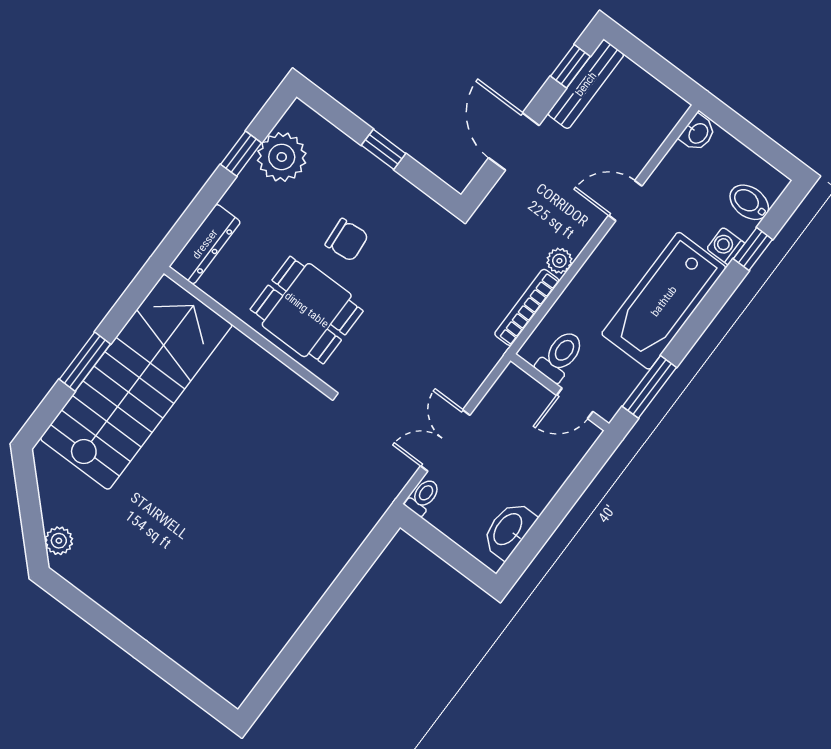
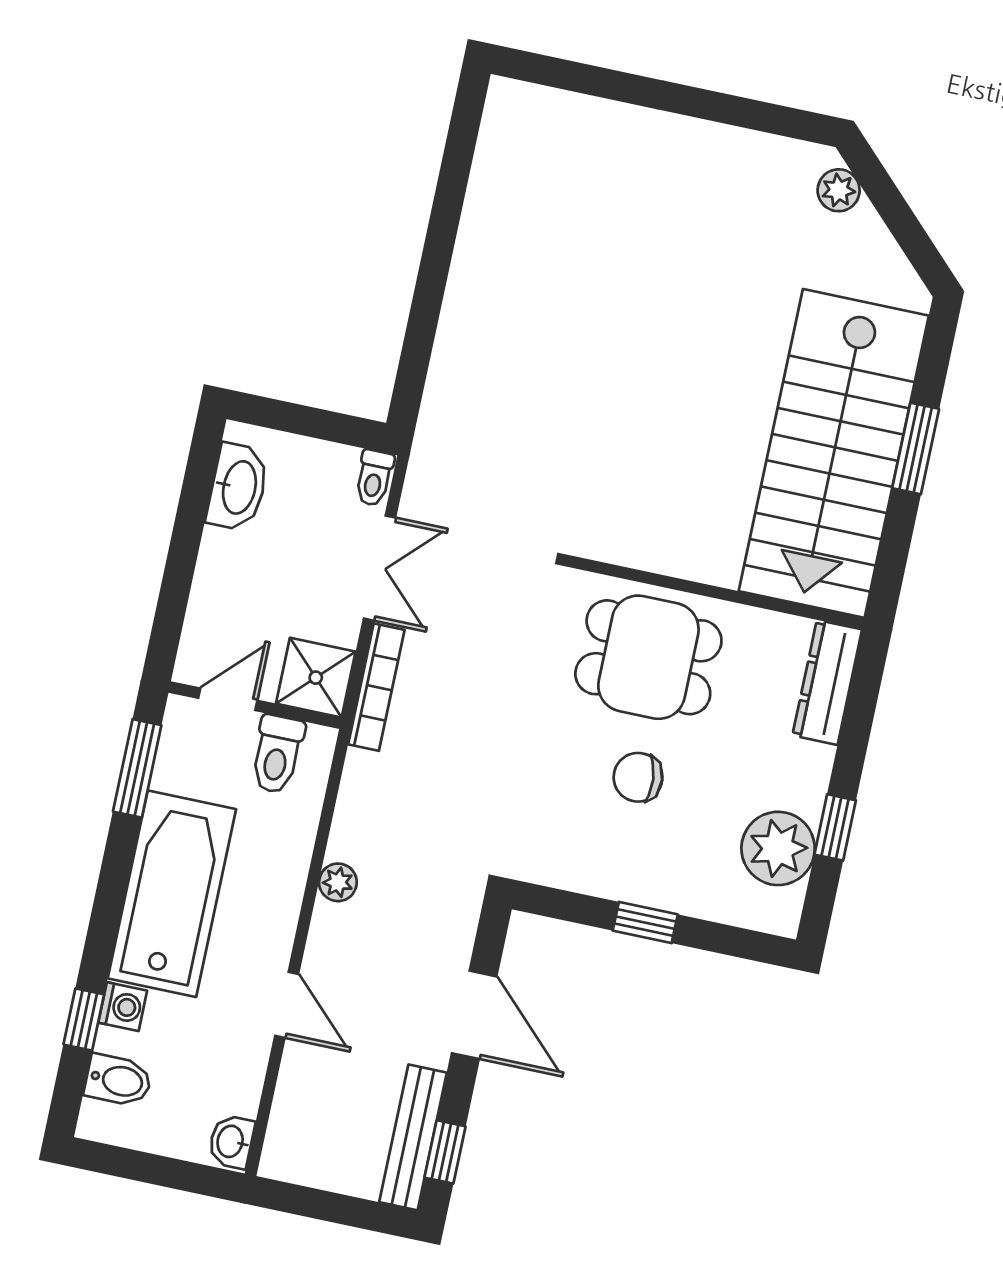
door: (625, 201) -> (287, 1005), hinge flipped
bookcase: (527, 307) -> (376, 687), moved
shower: (515, 392) -> (316, 678), added

